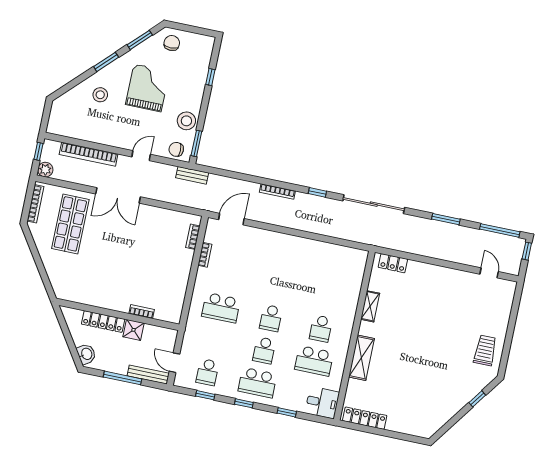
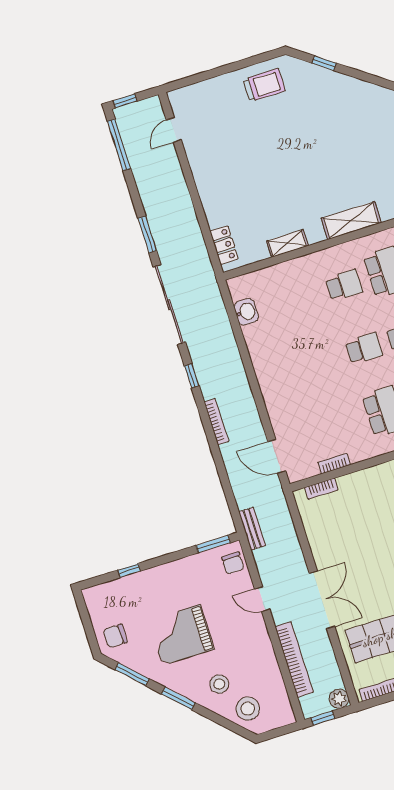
stool: (186, 121) -> (248, 709), moved
window: (446, 219) -> (147, 234), moved
washbasin: (340, 253) -> (246, 312), added
trolley: (485, 350) -> (264, 85), turned 180

